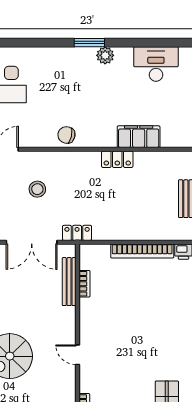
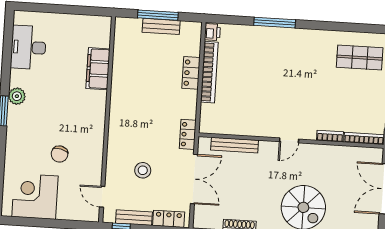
chair: (66, 135) -> (60, 154), moved
locker: (117, 159) -> (191, 73), moved, turned 180
bookcase: (84, 284) -> (330, 136), moved
door: (77, 355) -> (289, 140), moved

